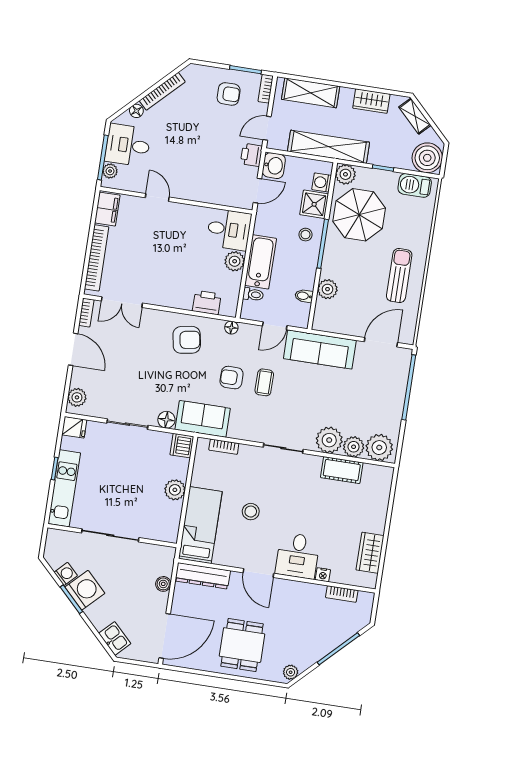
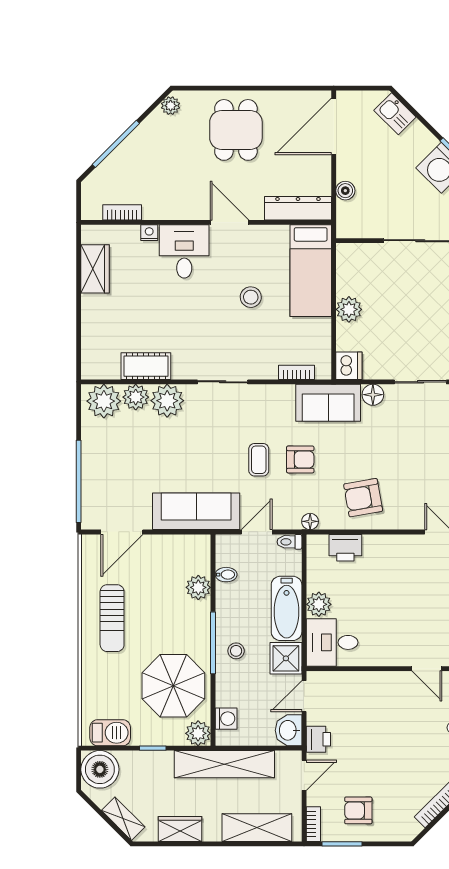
shower: (314, 204) -> (286, 658), moved
toilet: (253, 294) -> (289, 542), moved

